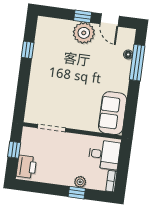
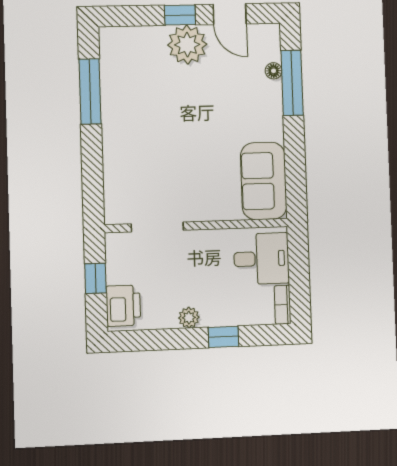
window: (28, 50) -> (90, 91), width x2.17
plant: (80, 182) -> (189, 318), moved

